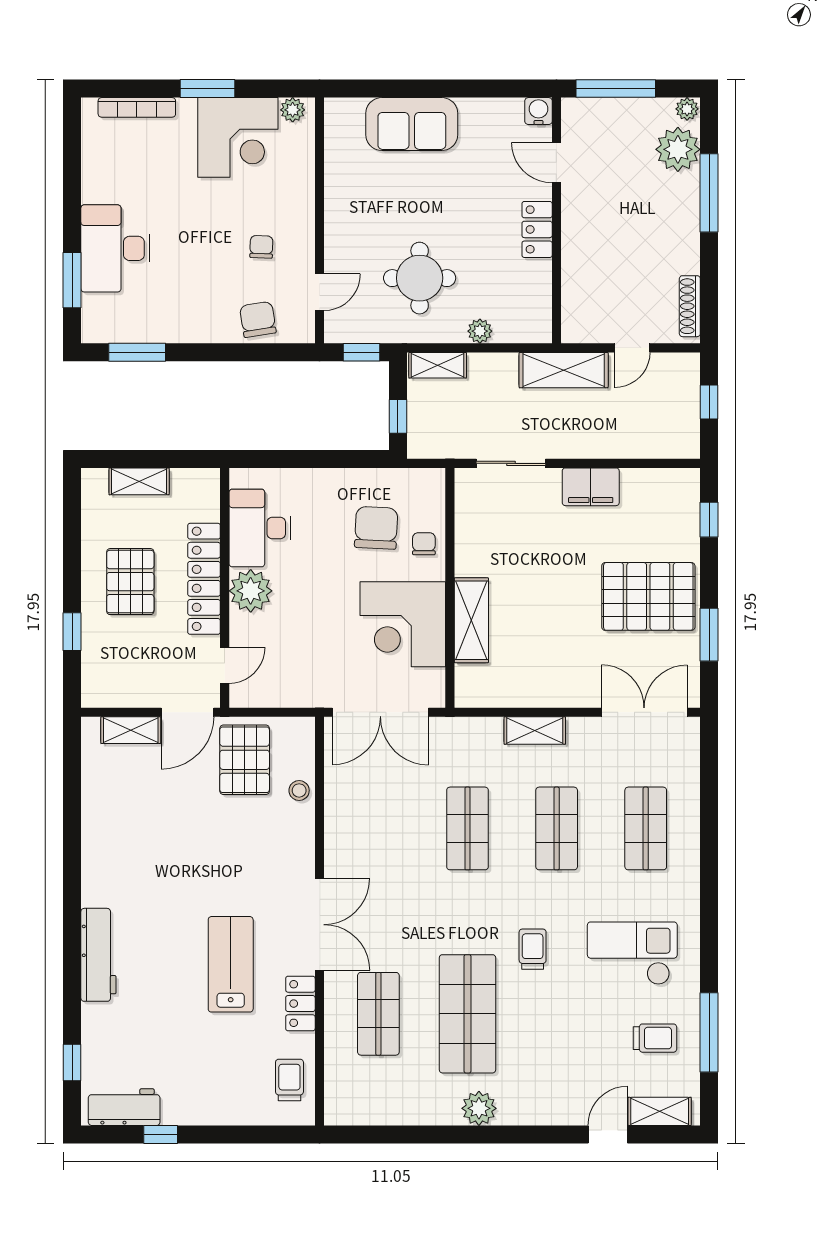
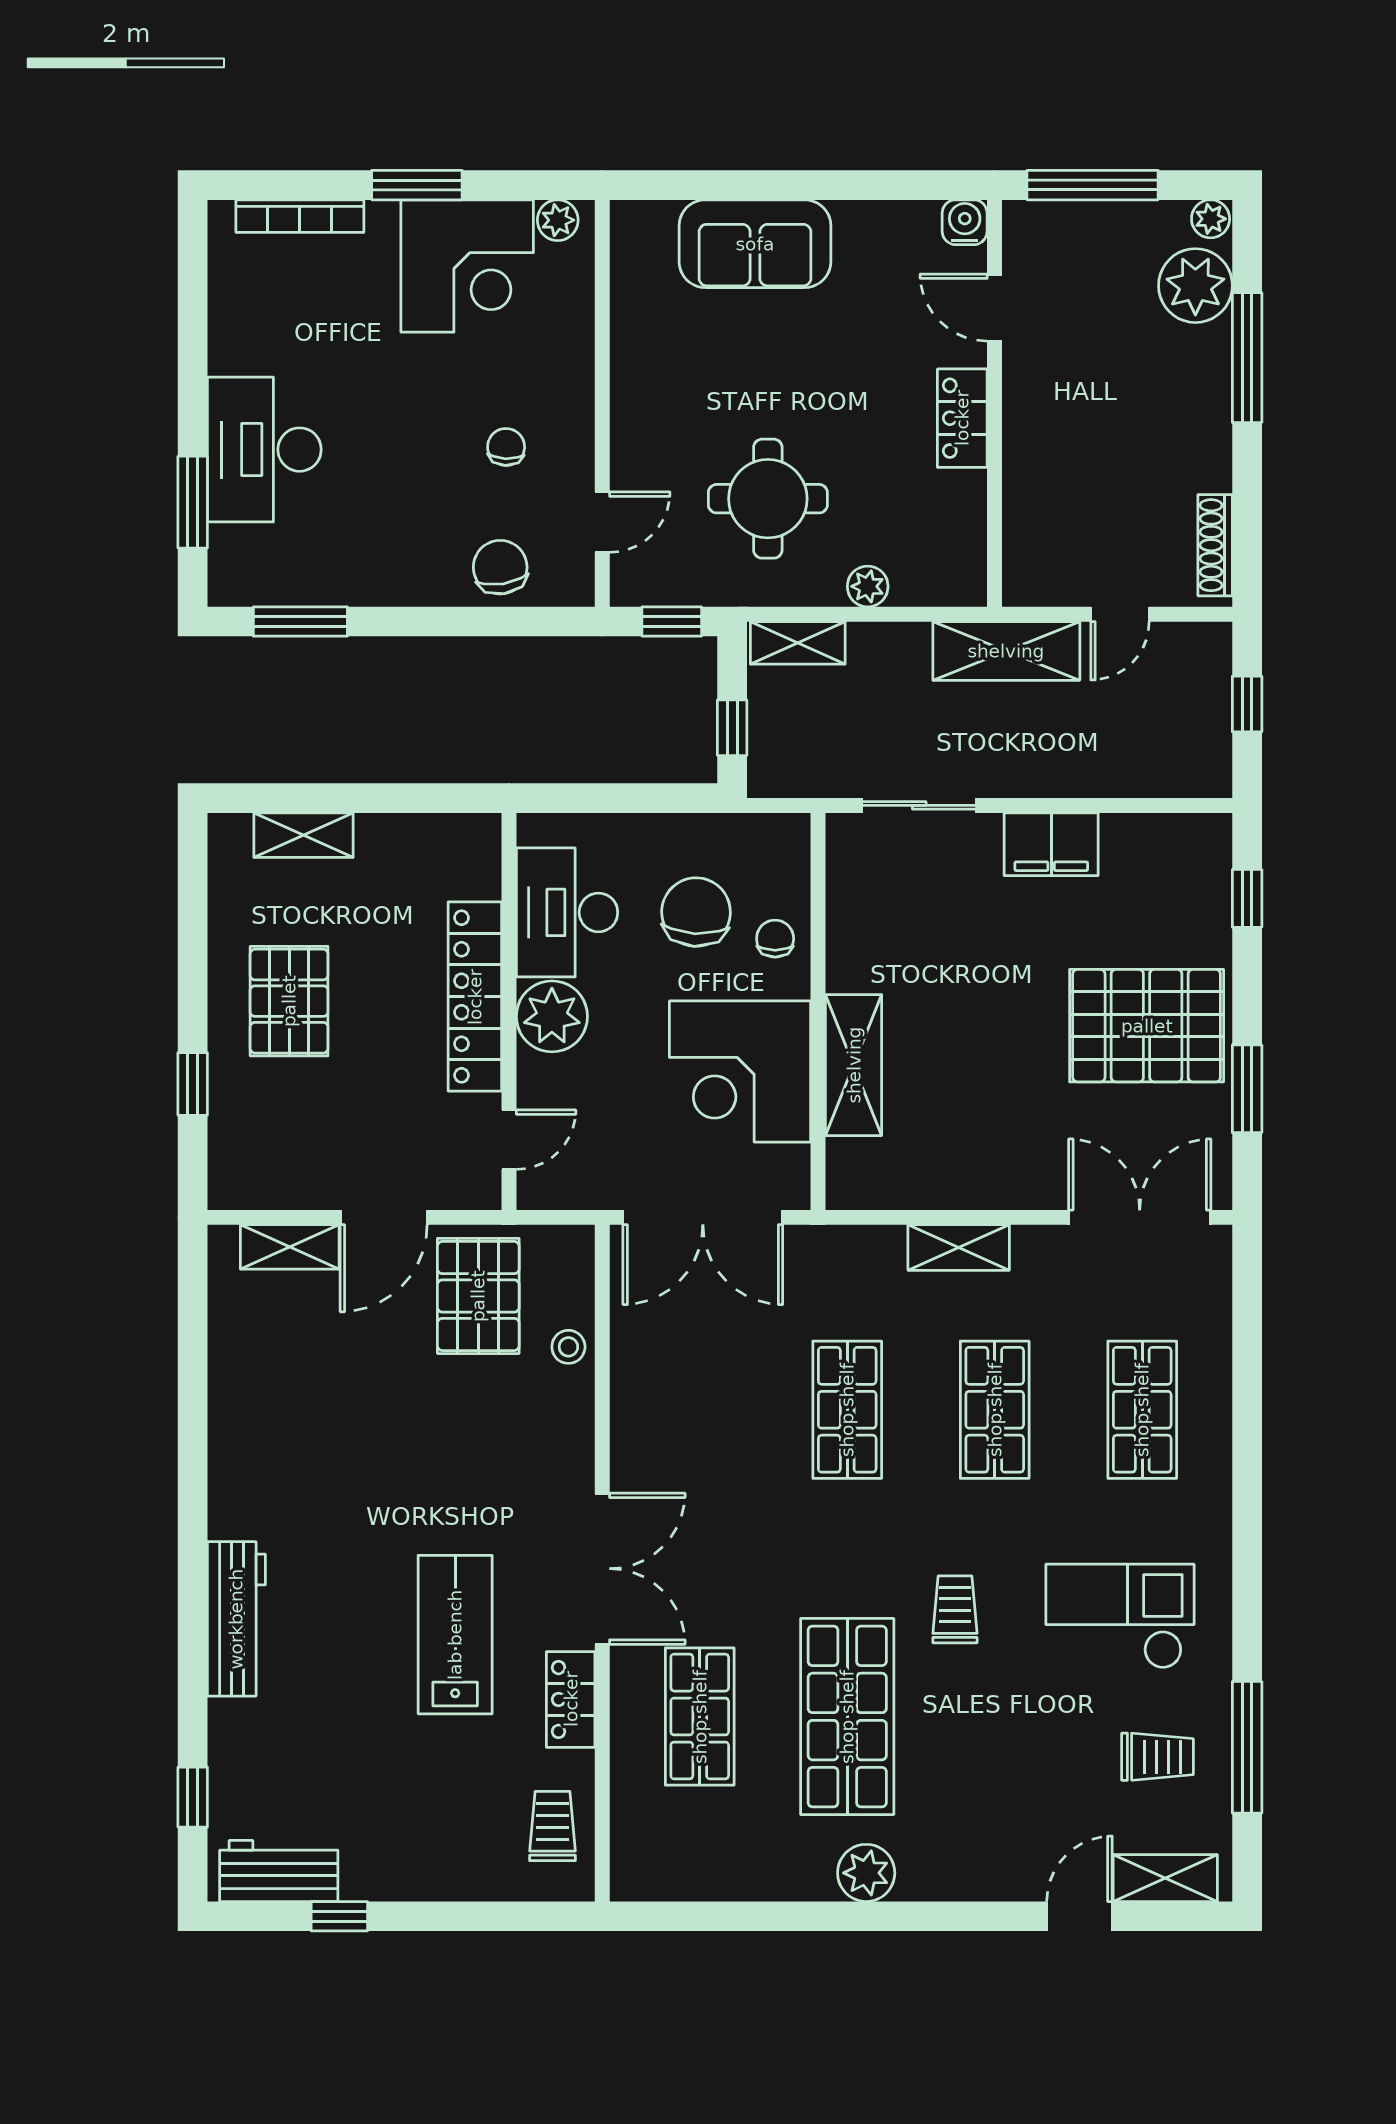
desk: (260, 528) -> (567, 912), moved
locker: (204, 579) -> (475, 997), moved
wall: (225, 588) -> (509, 1011), moved
plant: (251, 591) -> (552, 1016), moved
door: (225, 665) -> (509, 1140), moved

